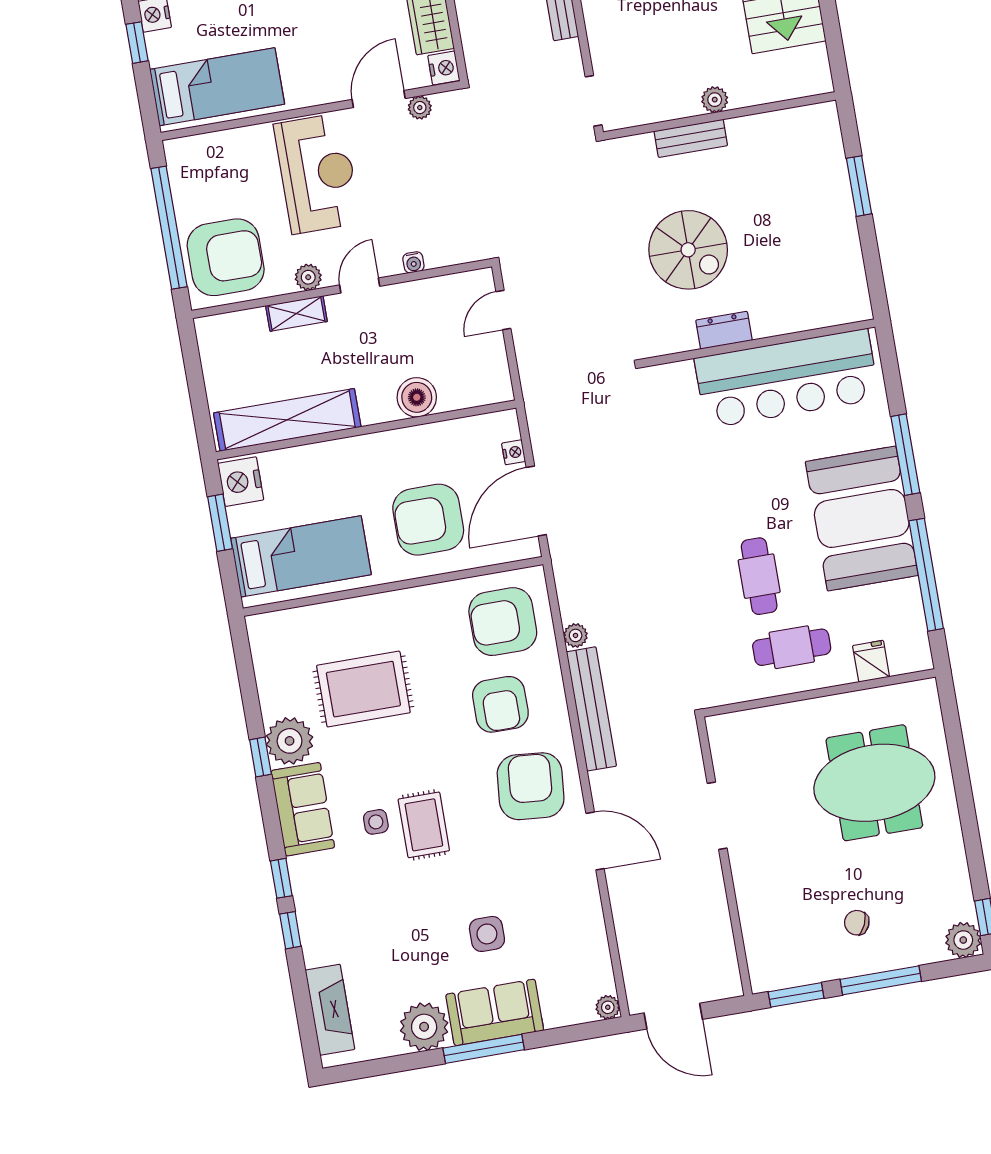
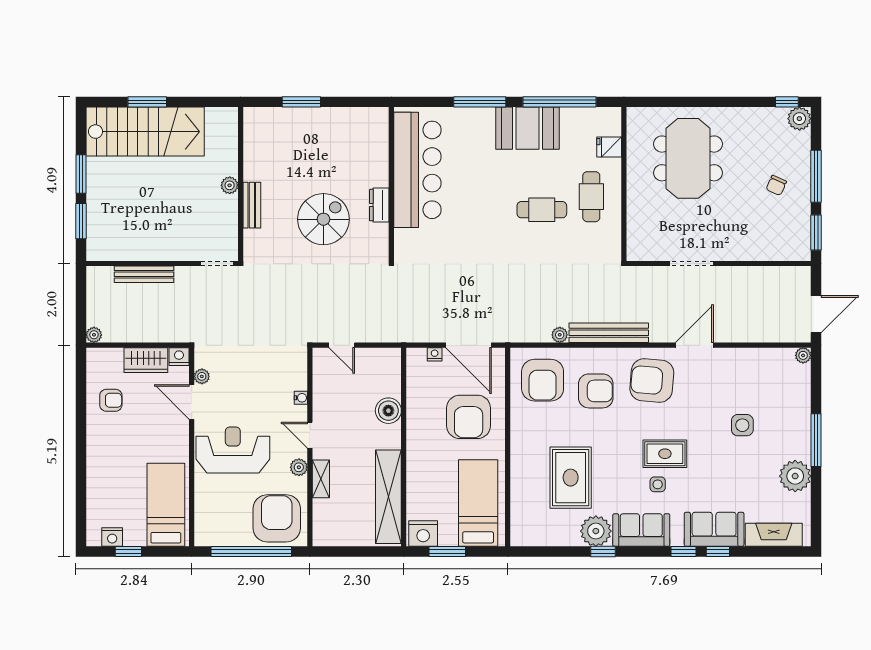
booth: (862, 518) -> (528, 128), width x0.73, depth x0.70
sofa: (495, 1012) -> (714, 529), moved, turned 90

